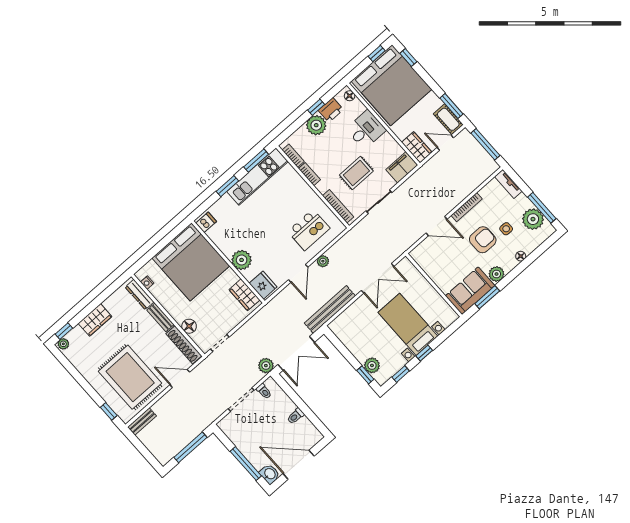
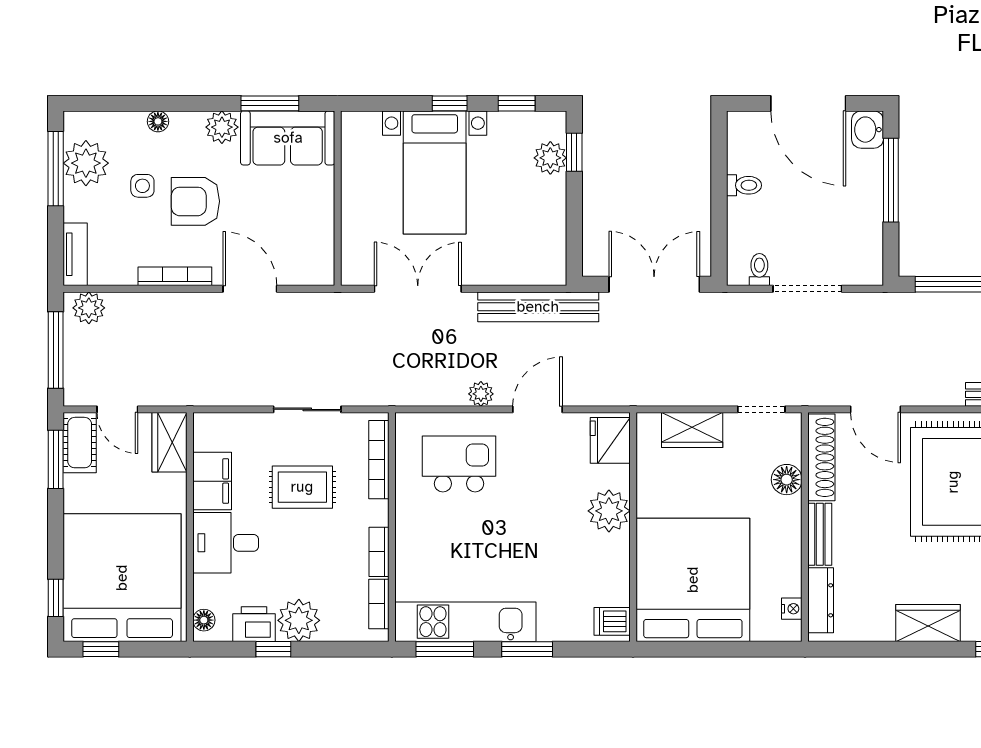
filing cabinet: (402, 167) -> (212, 481), moved, turned -90
wardrobe: (244, 295) -> (692, 430), moved, turned 90
plant: (266, 366) -> (89, 308), moved

